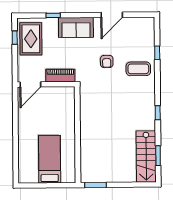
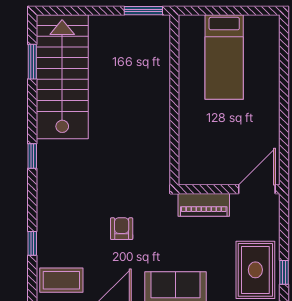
coffee table: (138, 69) -> (61, 280), moved
window: (158, 113) -> (32, 156), moved
stairs: (146, 156) -> (62, 77), width x1.36, depth x1.51

